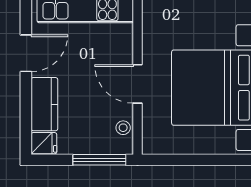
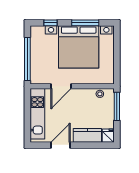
door: (26, 53) -> (61, 145), hinge flipped
door: (138, 84) -> (61, 86), moved

